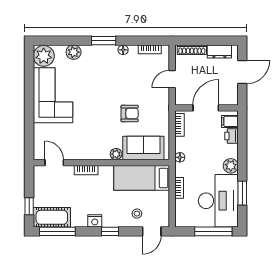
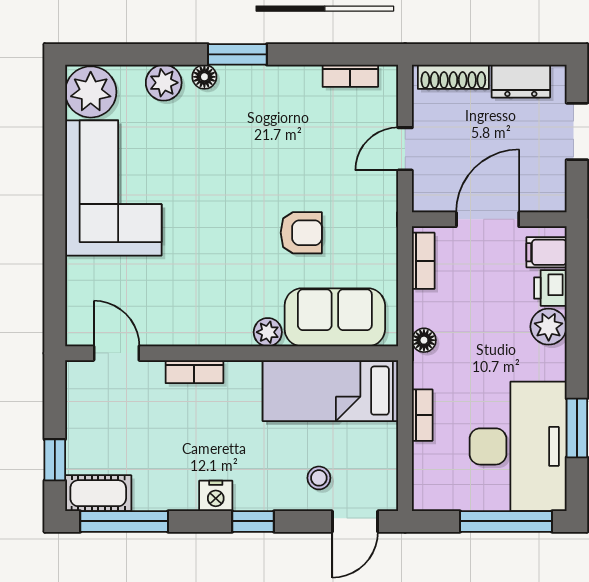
floor lamp: (123, 50) -> (204, 77), moved
plant: (231, 166) -> (549, 327), moved
cot: (52, 217) -> (98, 493), width x0.73, depth x0.75

